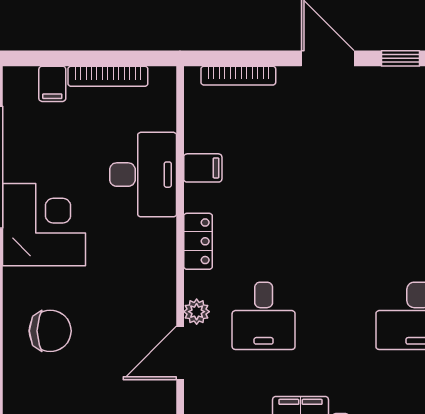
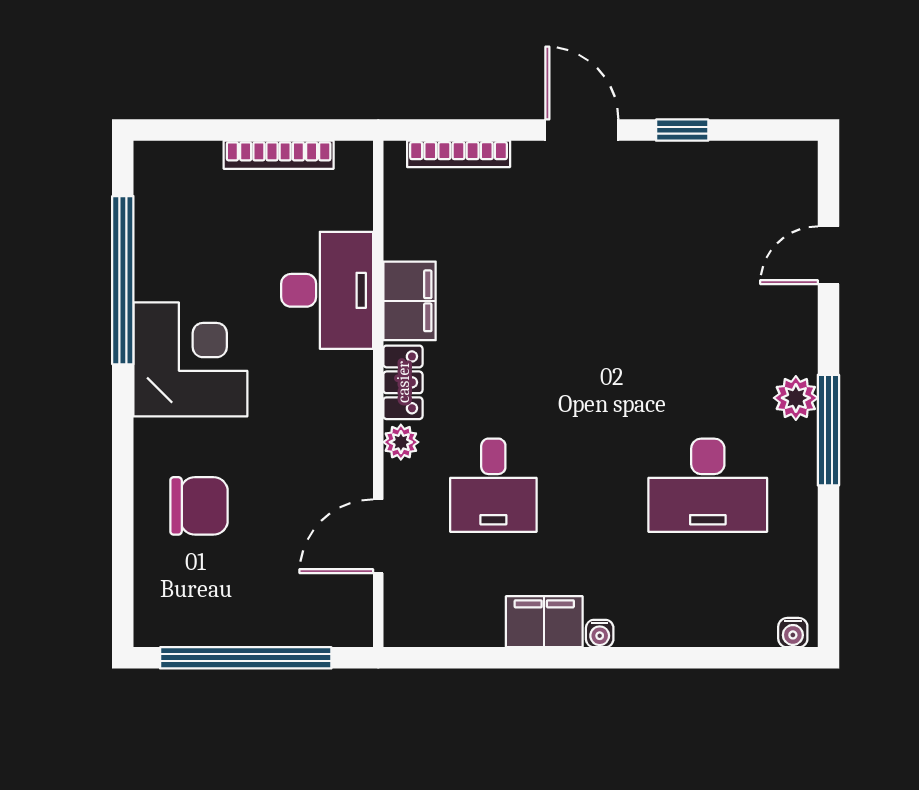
filing cabinet: (52, 84) -> (202, 165), removed
filing cabinet: (203, 168) -> (409, 301), width x2.00
plant: (197, 312) -> (401, 442), moved

